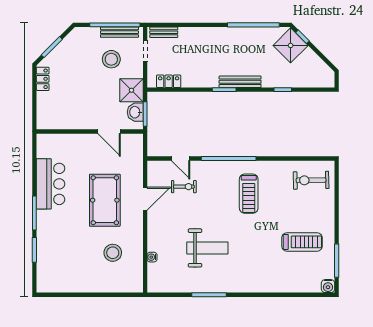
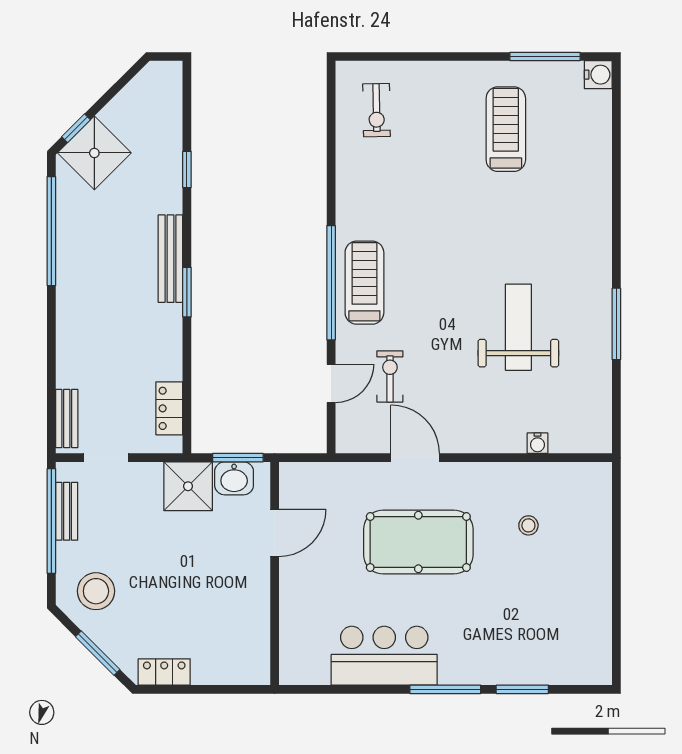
bench: (119, 32) -> (67, 511), width x0.73
stool: (111, 59) -> (96, 591), moved
exercise bike: (311, 180) -> (376, 110), width x0.73, depth x0.72
treadmill: (249, 194) -> (364, 283), moved, turned -90
stool: (113, 253) -> (528, 525), width x0.53, depth x0.53

